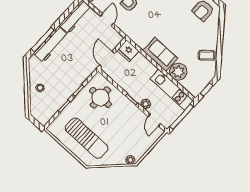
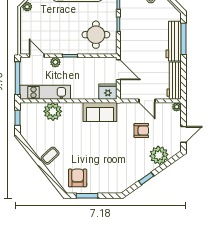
sofa: (160, 54) -> (100, 112), moved
coffee table: (207, 55) -> (50, 156), moved

